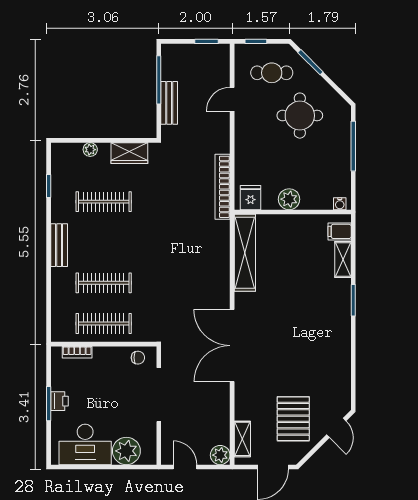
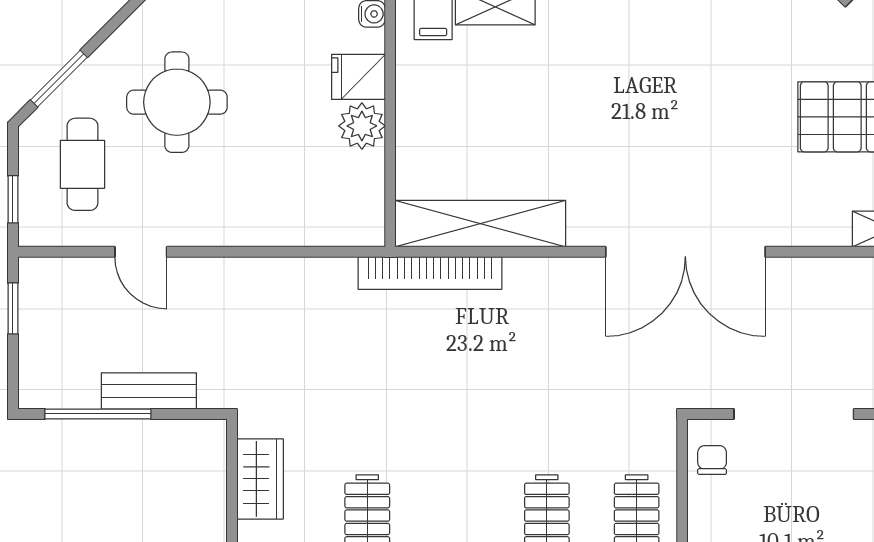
bookcase: (223, 187) -> (430, 273), moved
fridge: (251, 198) -> (358, 77), moved

